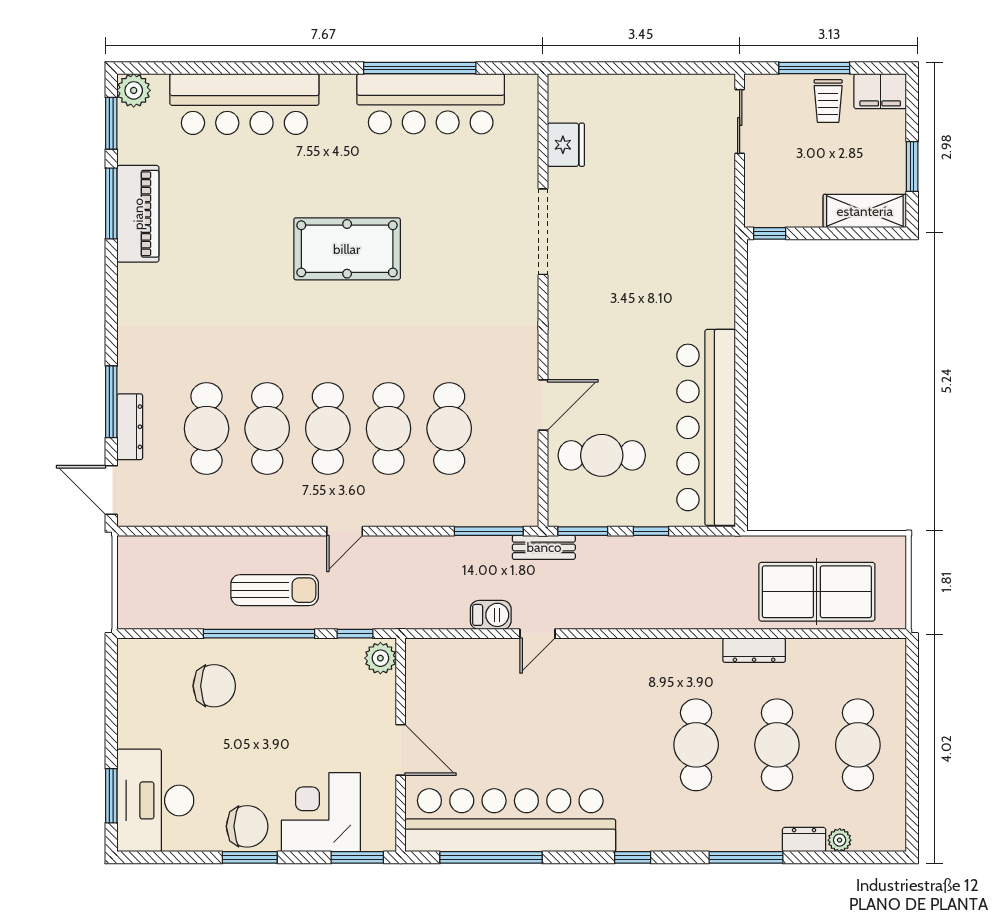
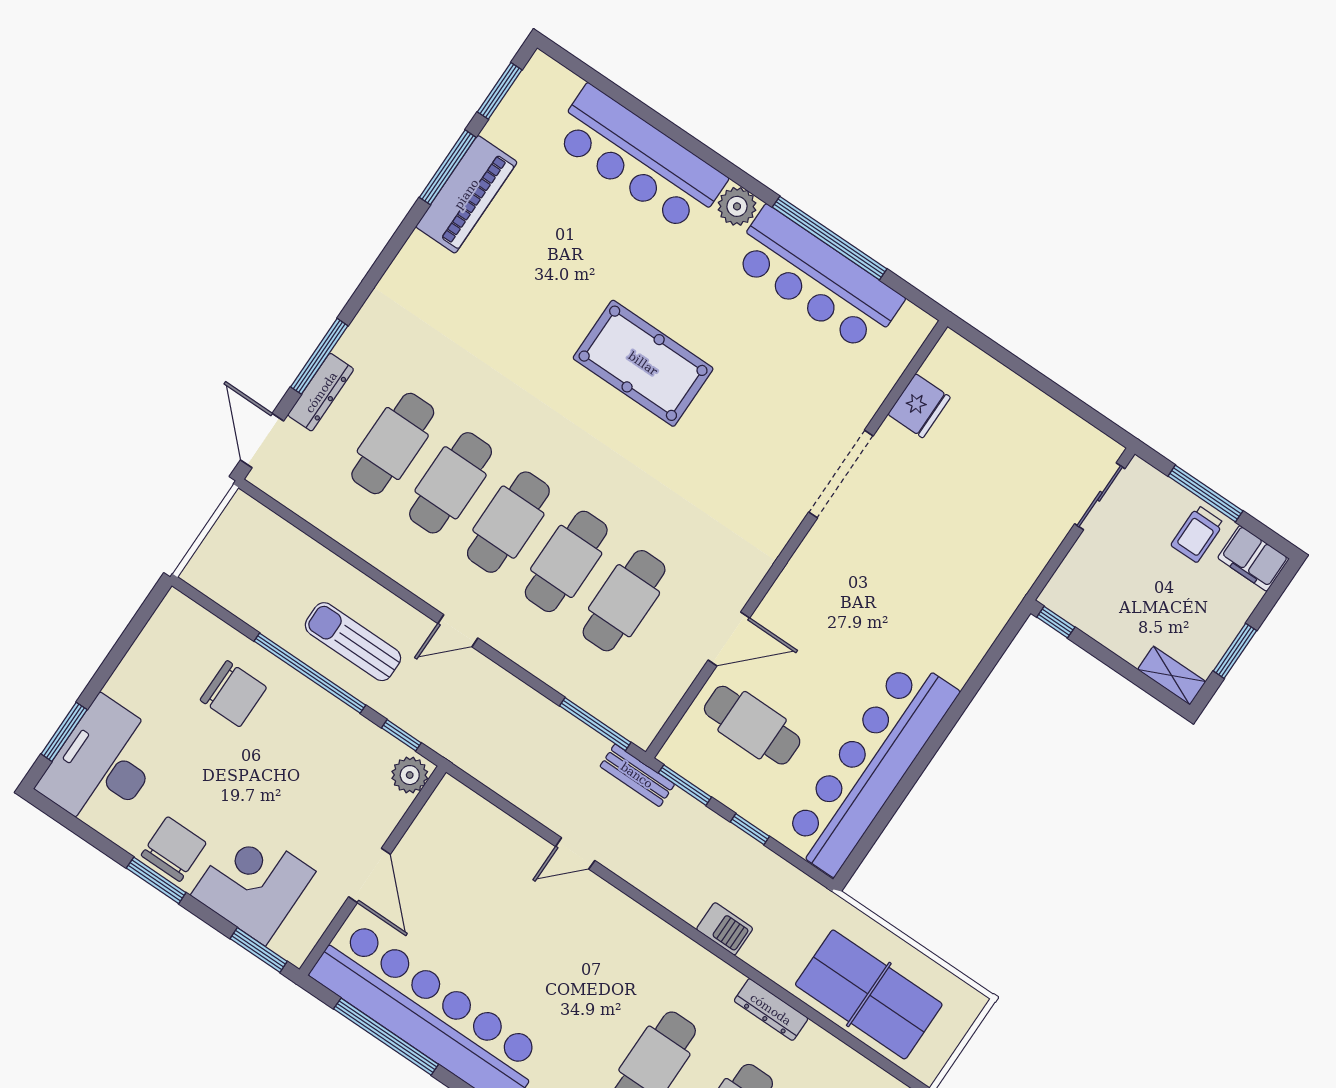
plant: (134, 90) -> (737, 206), moved
shelving: (865, 211) -> (1172, 676), width x0.67, depth x0.75
sun lounger: (275, 590) -> (353, 642), turned 180
barbecue: (491, 615) -> (725, 929), moved
chair: (247, 826) -> (174, 849), turned -90

